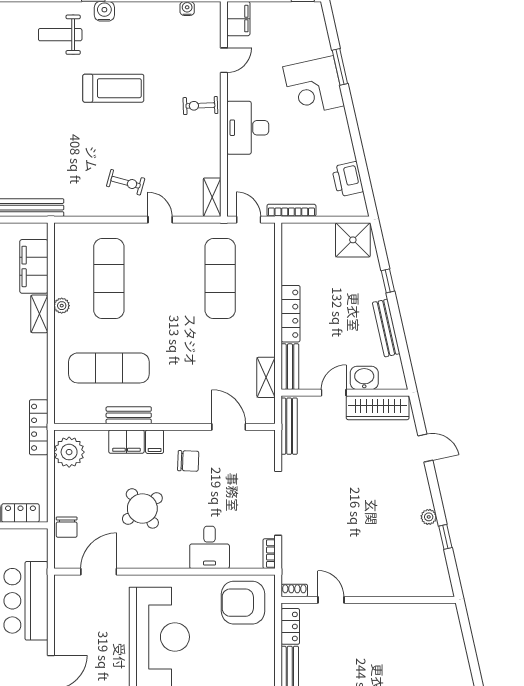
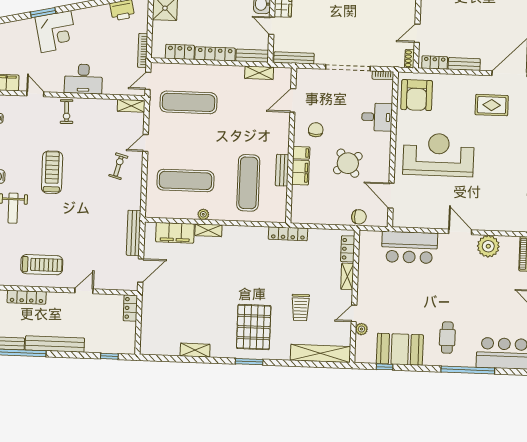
locker: (291, 263) -> (180, 52), added
plant: (69, 452) -> (306, 213), removed

